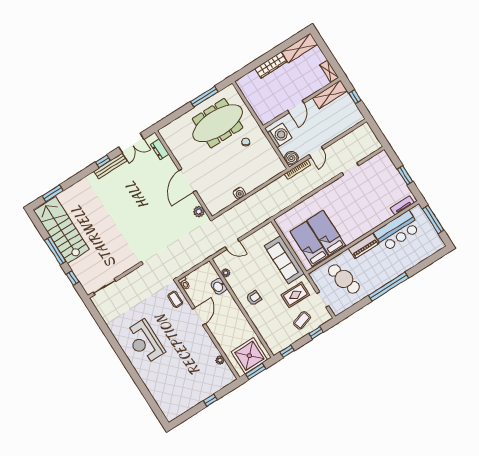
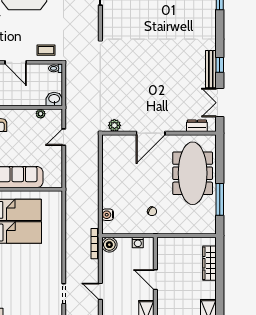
wardrobe: (271, 65) -> (209, 263), moved
meeting table: (218, 123) -> (193, 173), moved
washing machine: (280, 135) -> (138, 242), width x0.53, depth x0.53
door: (316, 152) -> (100, 291), moved
door: (187, 181) -> (151, 133), swing flipped
water cooler: (239, 193) -> (108, 215), moved
washbasin: (219, 286) -> (54, 99), moved

